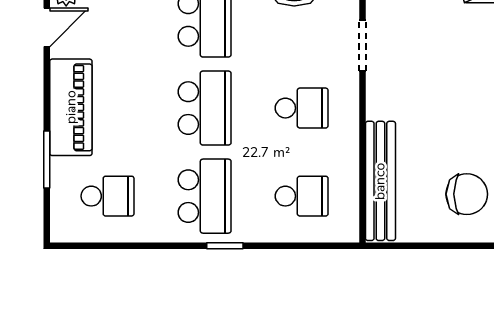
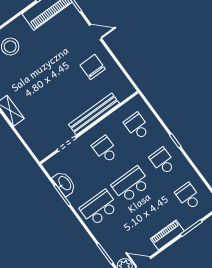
piano: (71, 107) -> (167, 235), width x0.73, depth x0.75
bench: (380, 181) -> (94, 114), moved
school desk: (205, 196) -> (163, 161), width x0.54

